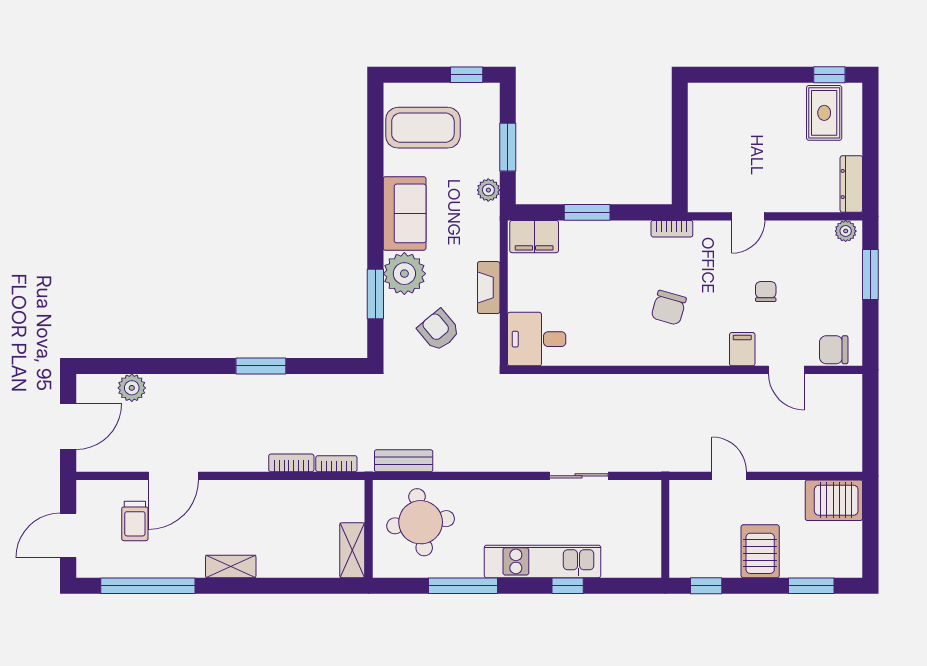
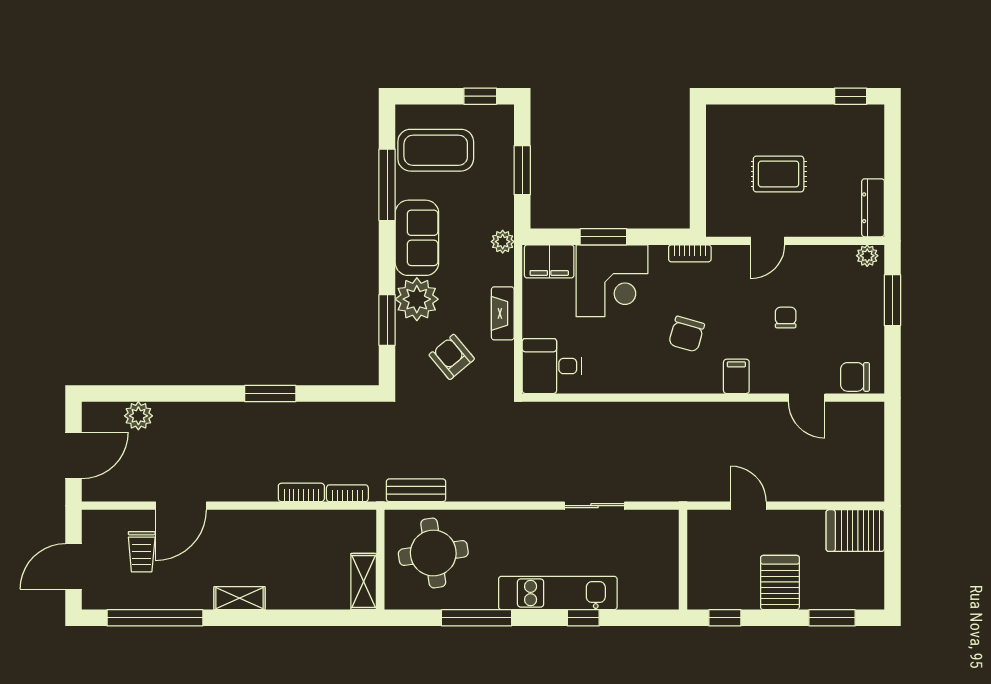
rug: (824, 113) -> (779, 174), moved, turned 90
window: (375, 162) -> (387, 185), added
plant: (488, 190) -> (503, 242), moved
corner desk: (596, 256) -> (612, 281), added
filing cabinet: (742, 349) -> (736, 376), moved

